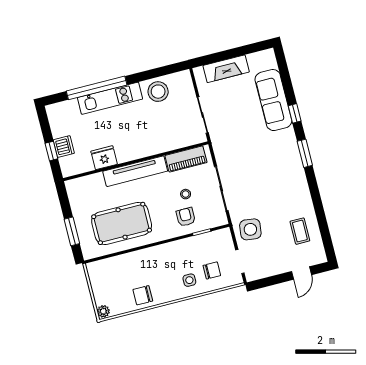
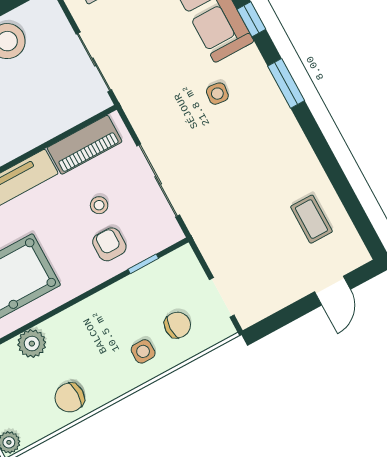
side table: (250, 229) -> (217, 94), moved, width x0.54, depth x0.54
plant: (130, 260) -> (32, 344), added

